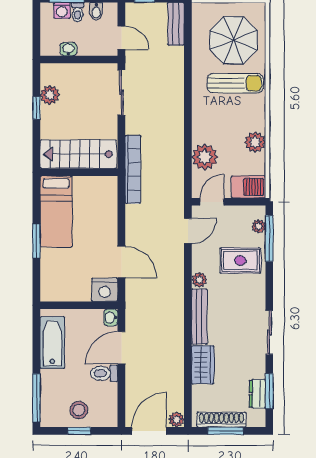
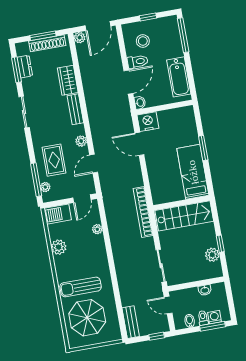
plant: (205, 157) -> (97, 229), width x0.53, depth x0.53
door: (188, 231) -> (94, 164), moved
rug: (240, 261) -> (54, 160), turned 90
bench: (199, 317) -> (75, 109), width x0.73
stool: (79, 410) -> (143, 41), moved

